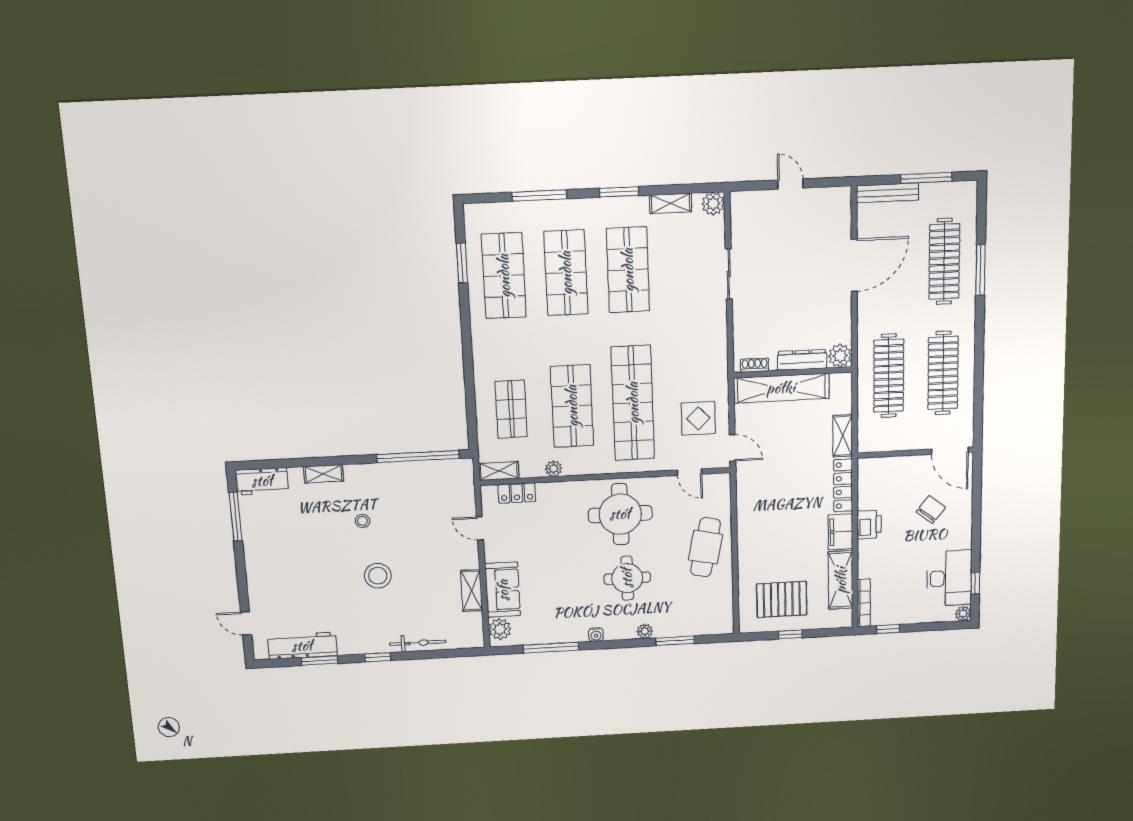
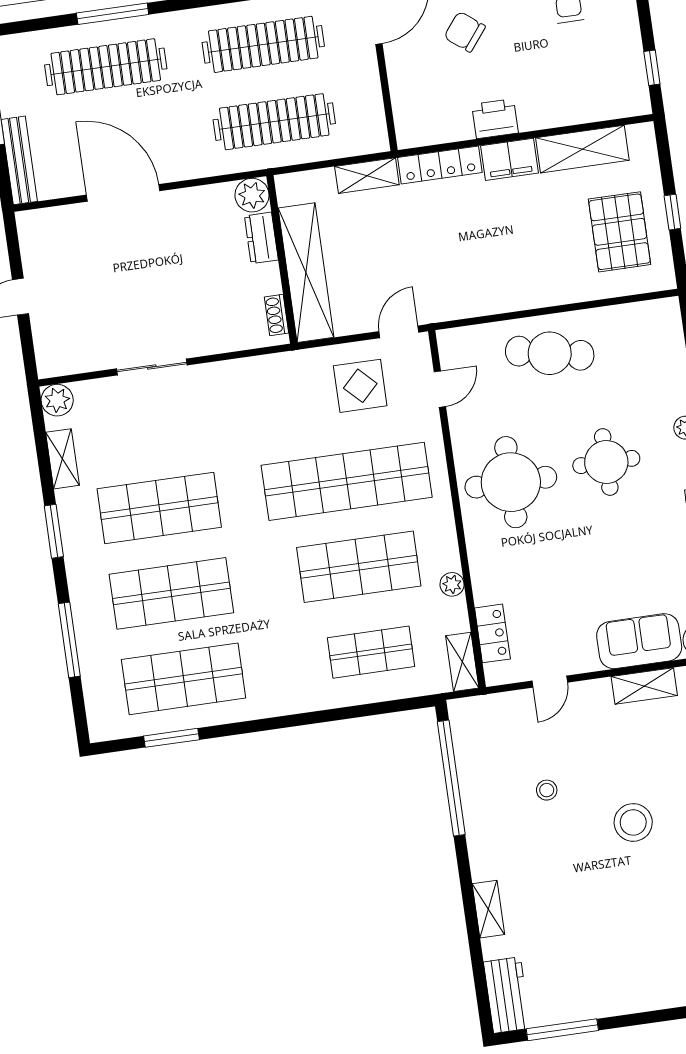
dresser: (802, 360) -> (261, 238), width x0.70
stool: (363, 521) -> (547, 790), moved
bookcase: (864, 603) -> (615, 110), removed

